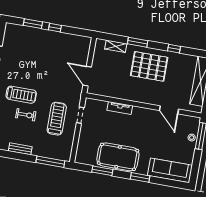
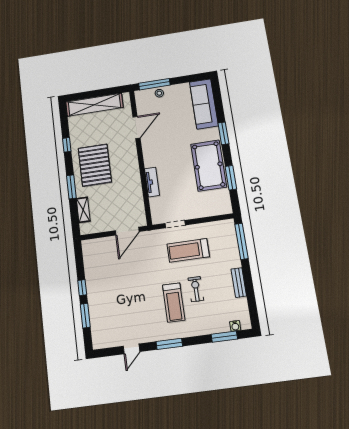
treadmill: (21, 95) -> (174, 303), turned 180

